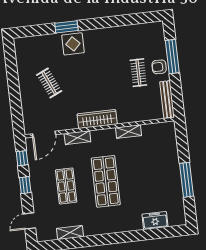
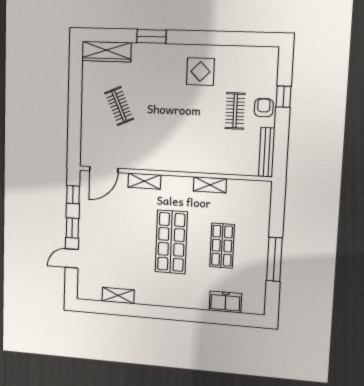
display table: (73, 44) -> (200, 72), moved
window: (172, 57) -> (284, 97), width x0.46
armchair: (159, 67) -> (264, 108), turned 90
wardrobe: (97, 119) -> (106, 52), moved, turned 180
shop shelf: (66, 186) -> (222, 246), moved
door: (29, 221) -> (72, 258), moved

